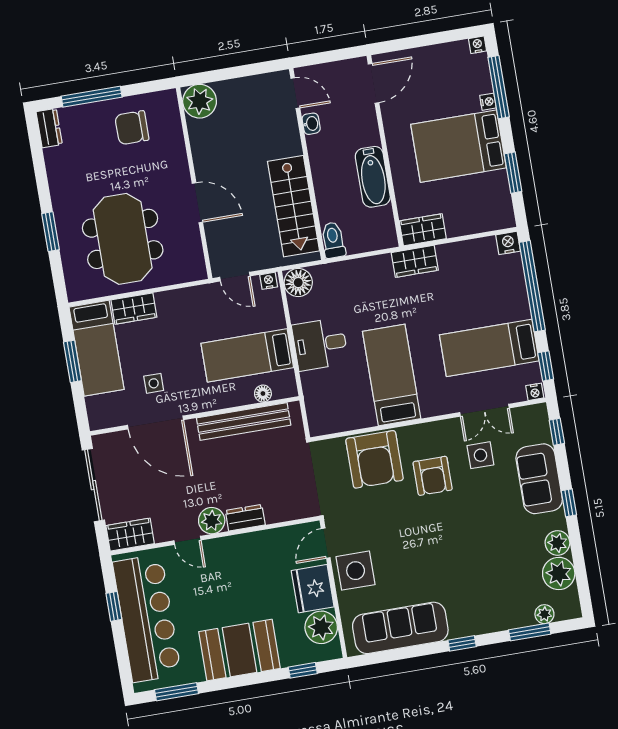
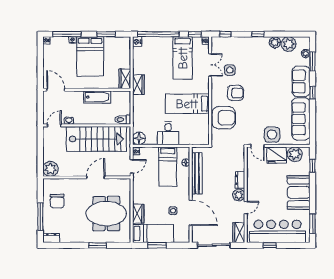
stairs: (294, 206) -> (96, 139), width x1.36, depth x1.51
door: (156, 422) -> (191, 213), hinge flipped
sofa: (539, 479) -> (301, 81), moved, turned 90

